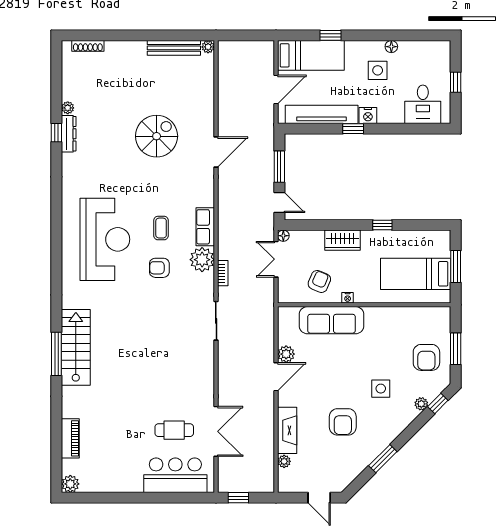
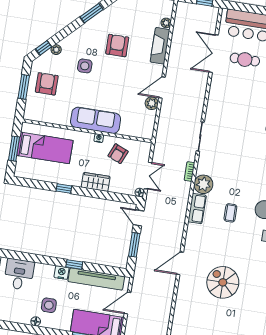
spiral stairs: (157, 136) -> (223, 282), turned 90
armchair: (159, 268) -> (236, 183), removed
sofa: (332, 320) -> (96, 120), moved

